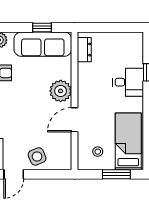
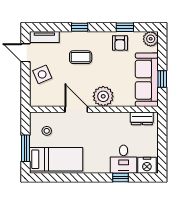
nightstand: (135, 44) -> (147, 165), added
desk: (128, 82) -> (124, 159), moved
coffee table: (19, 115) -> (81, 57), added

